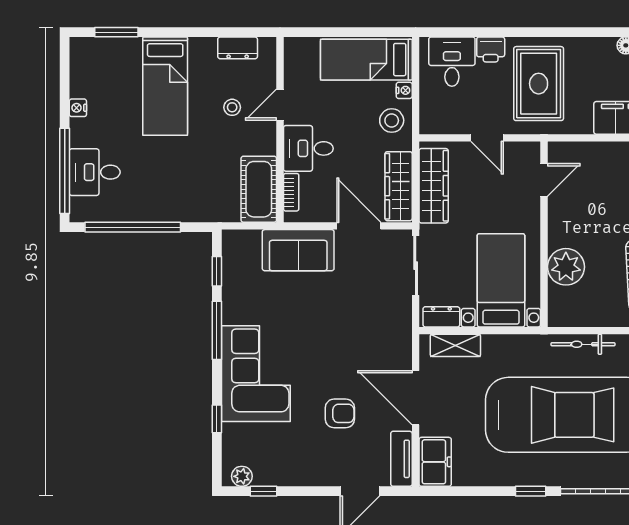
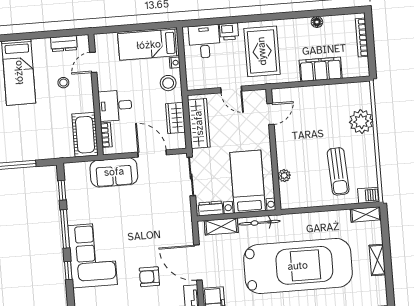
door: (280, 105) -> (93, 62), moved
wardrobe: (399, 186) -> (175, 118), width x0.67
plant: (566, 267) -> (284, 176), width x0.53, depth x0.53
bicycle: (583, 344) -> (260, 223), moved
armchair: (340, 413) -> (149, 277), turned 180
window: (217, 419) -> (68, 271), moved

